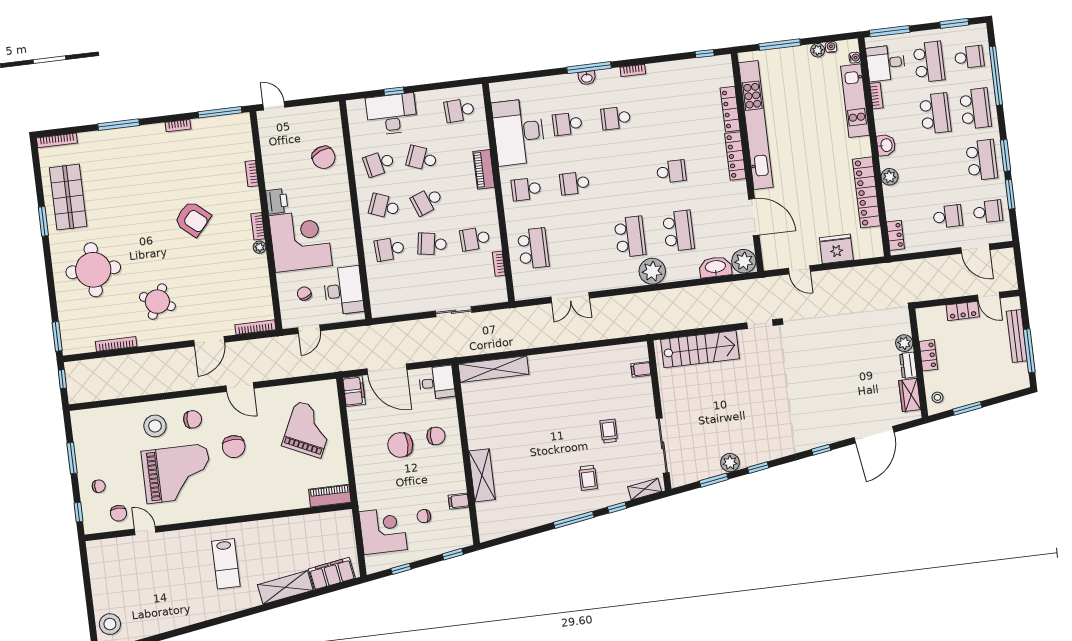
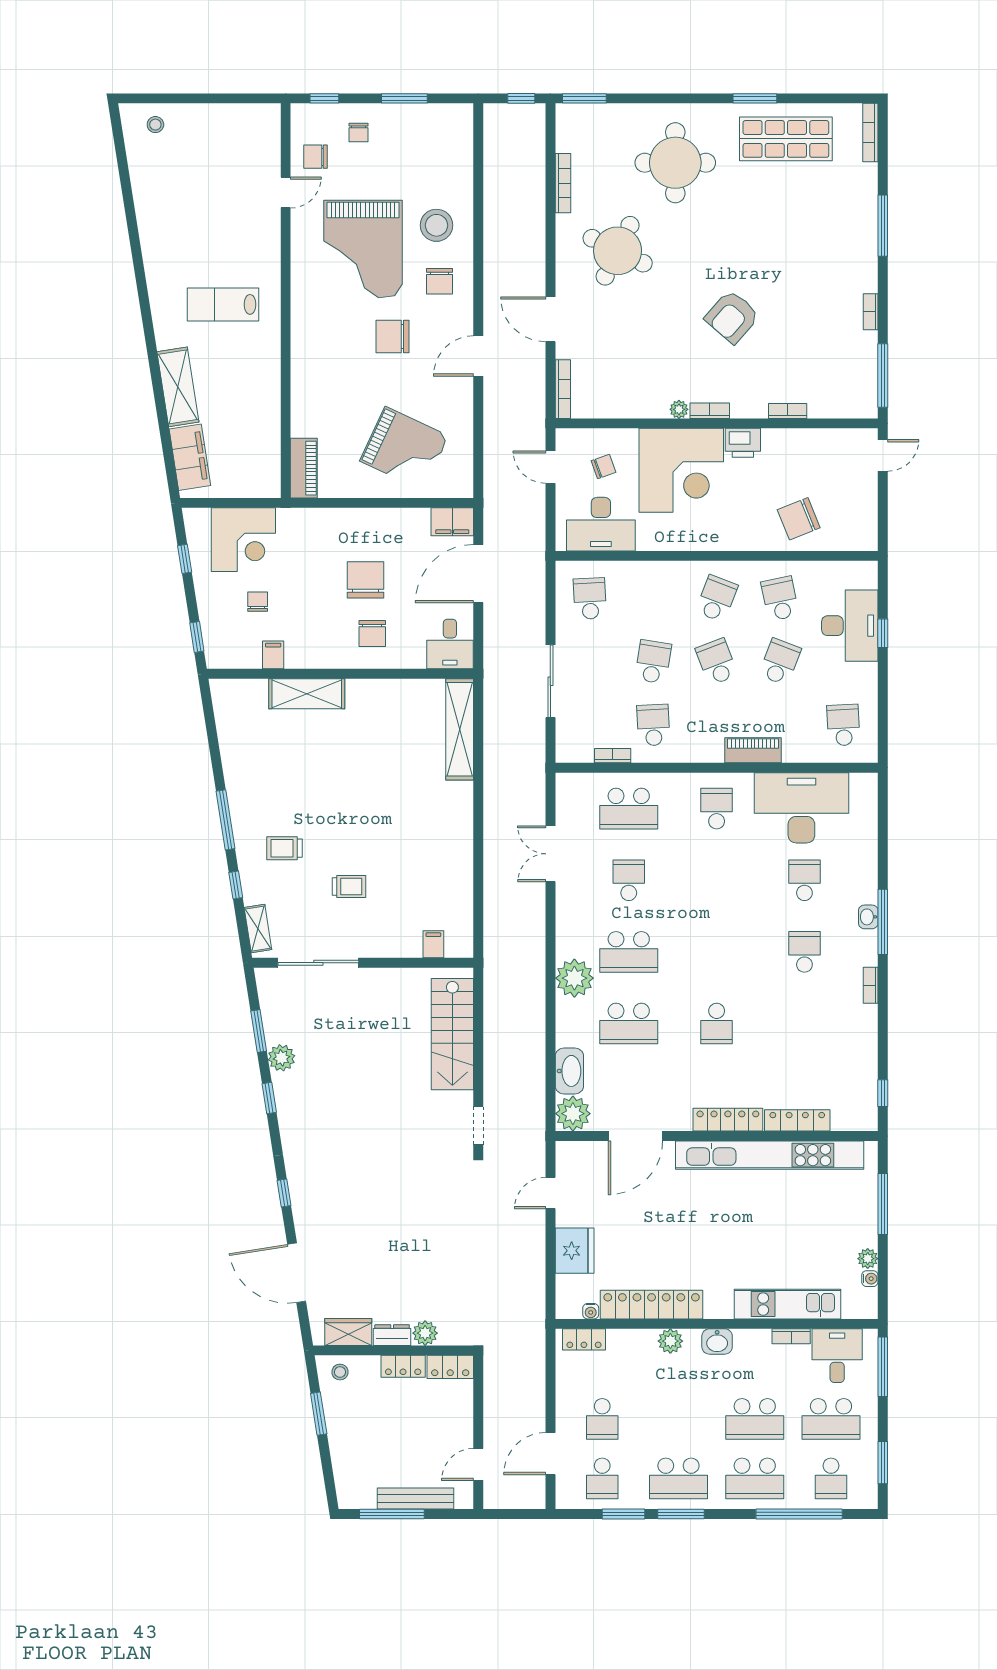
water cooler: (855, 58) -> (591, 1311), moved
school desk: (574, 183) -> (629, 880), moved
school desk: (389, 249) -> (590, 599), moved
round table: (157, 302) -> (618, 251), width x1.36, depth x1.36
locker: (963, 311) -> (450, 1367), moved, turned -90
sliding door: (454, 312) -> (550, 681), width x1.37
stool: (110, 624) -> (155, 125), width x0.53, depth x0.53

